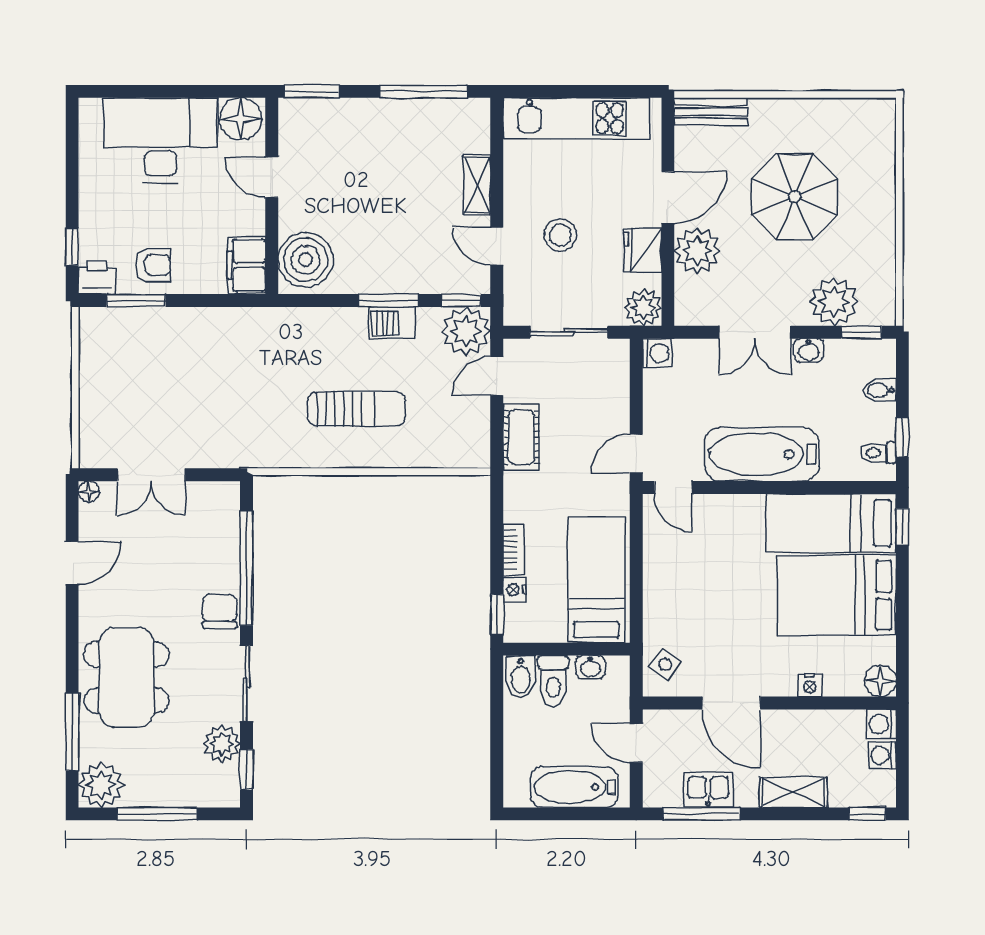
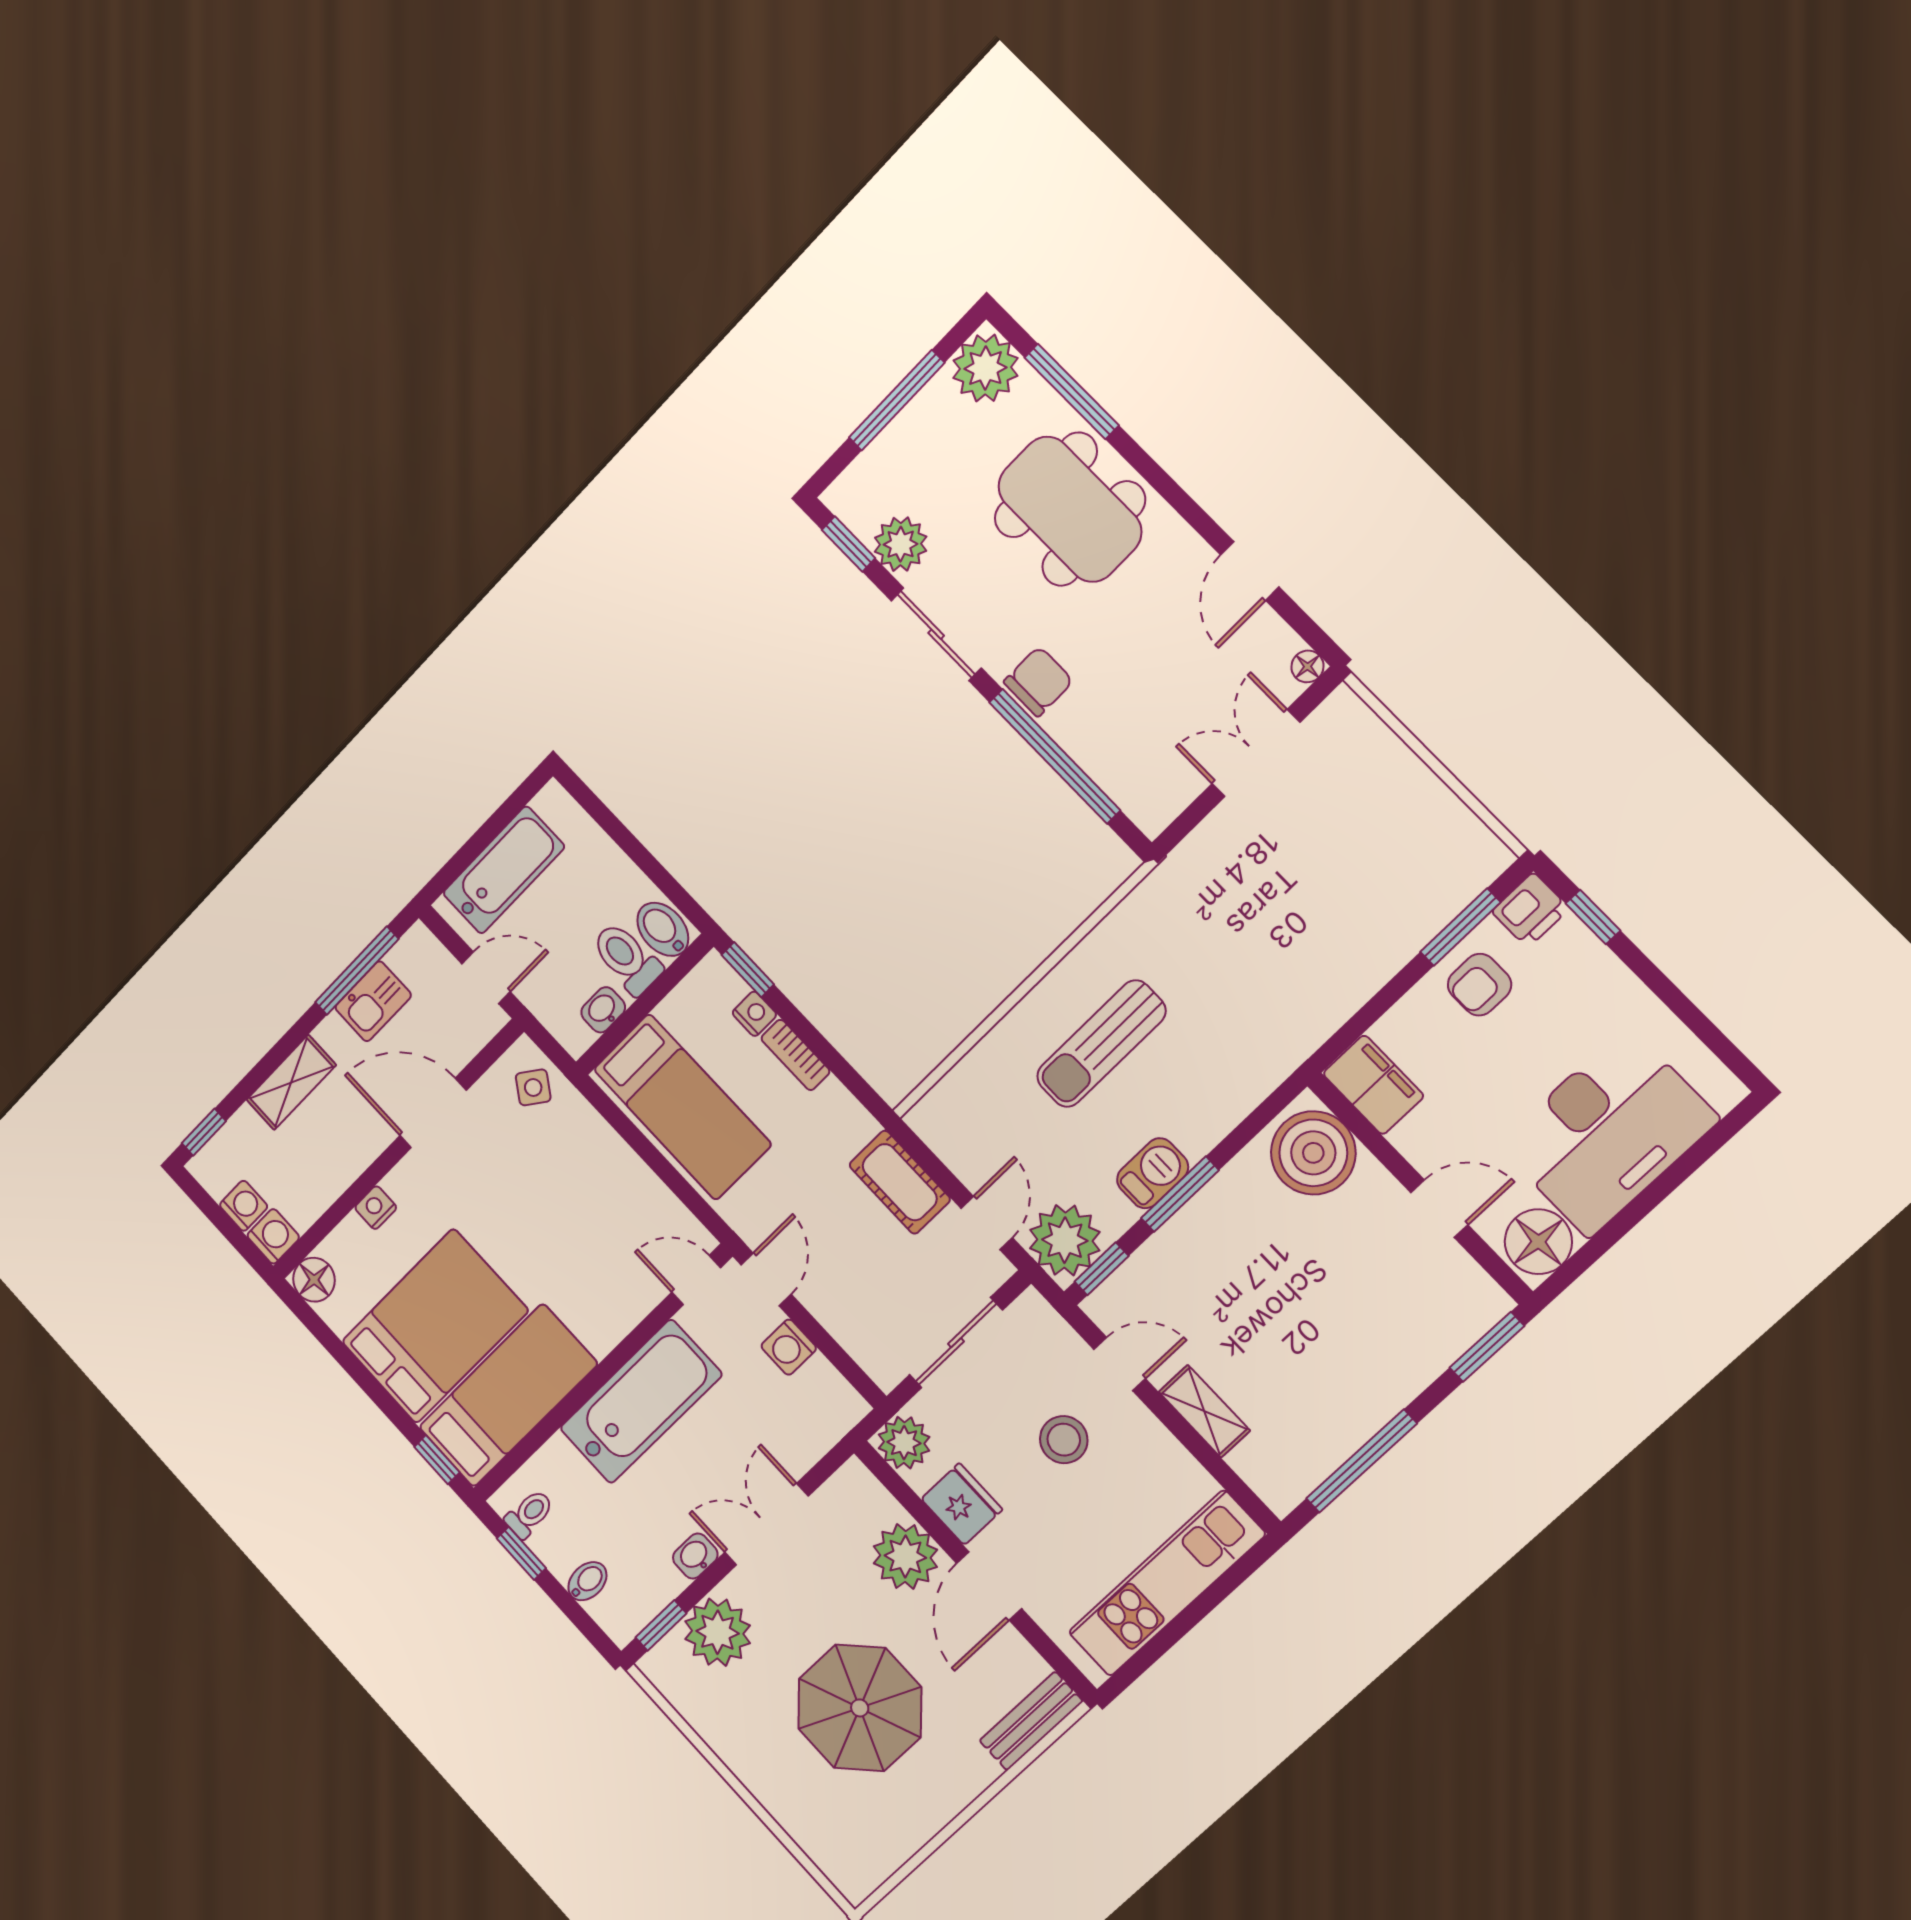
washing machine: (657, 353) -> (789, 1347), moved
chair: (220, 611) -> (1038, 681), turned -90

